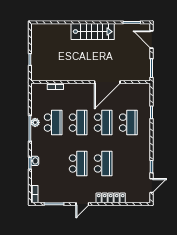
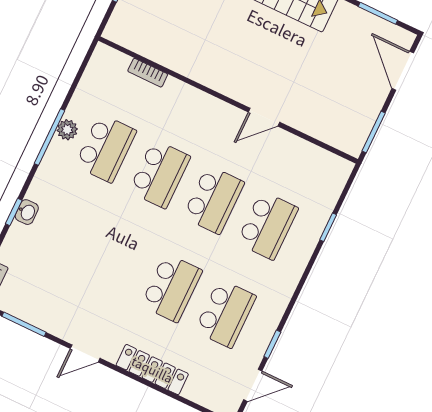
door: (107, 82) -> (264, 117), width x0.53
school desk: (78, 164) -> (225, 314), moved

